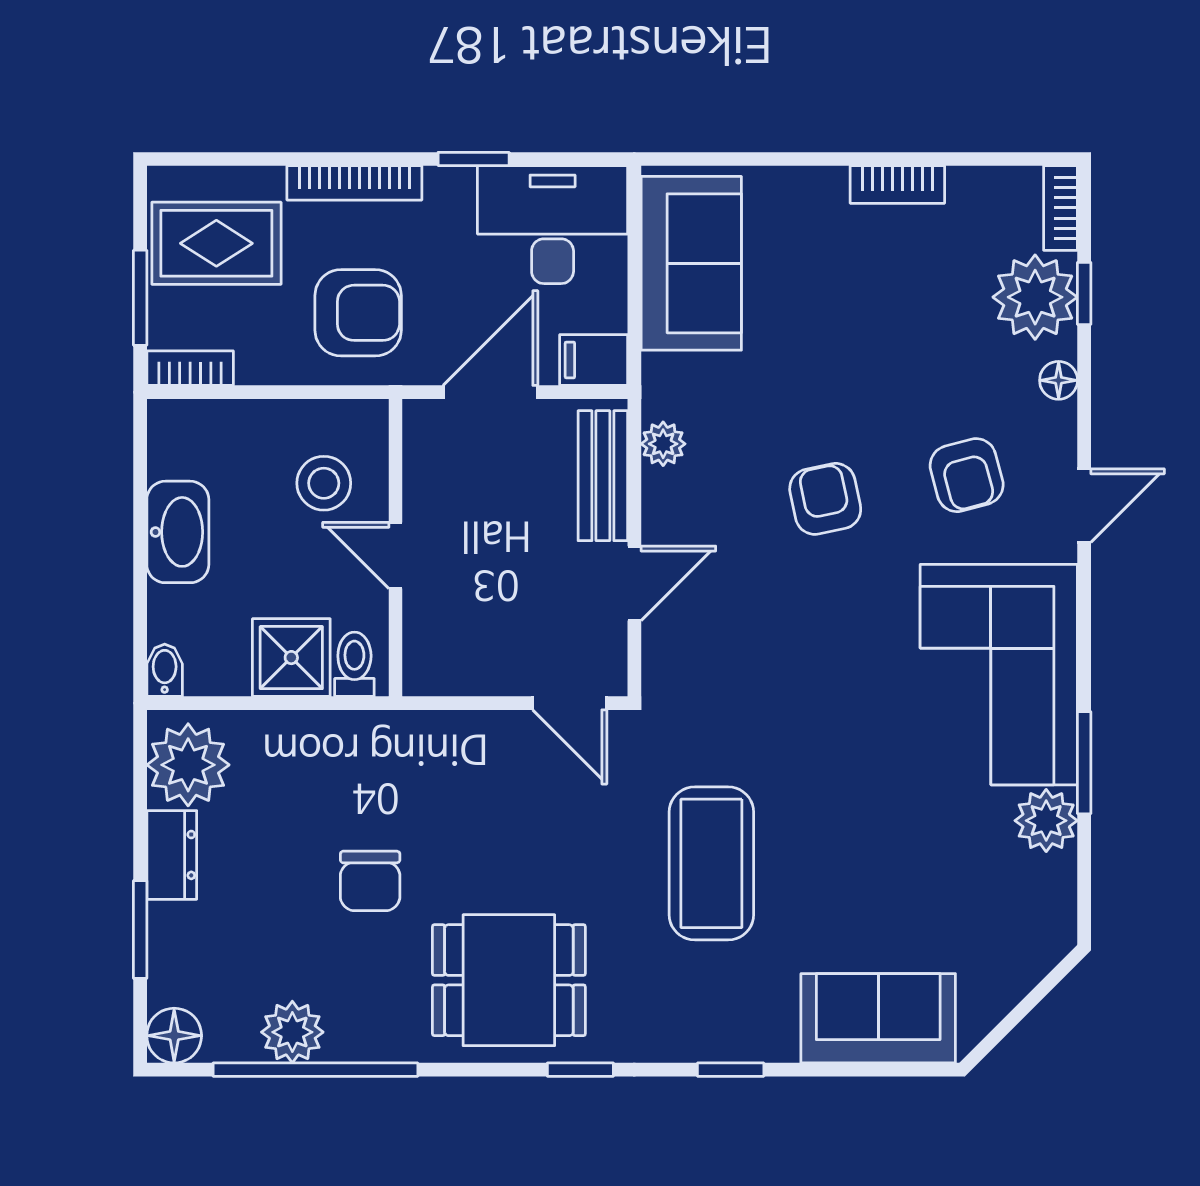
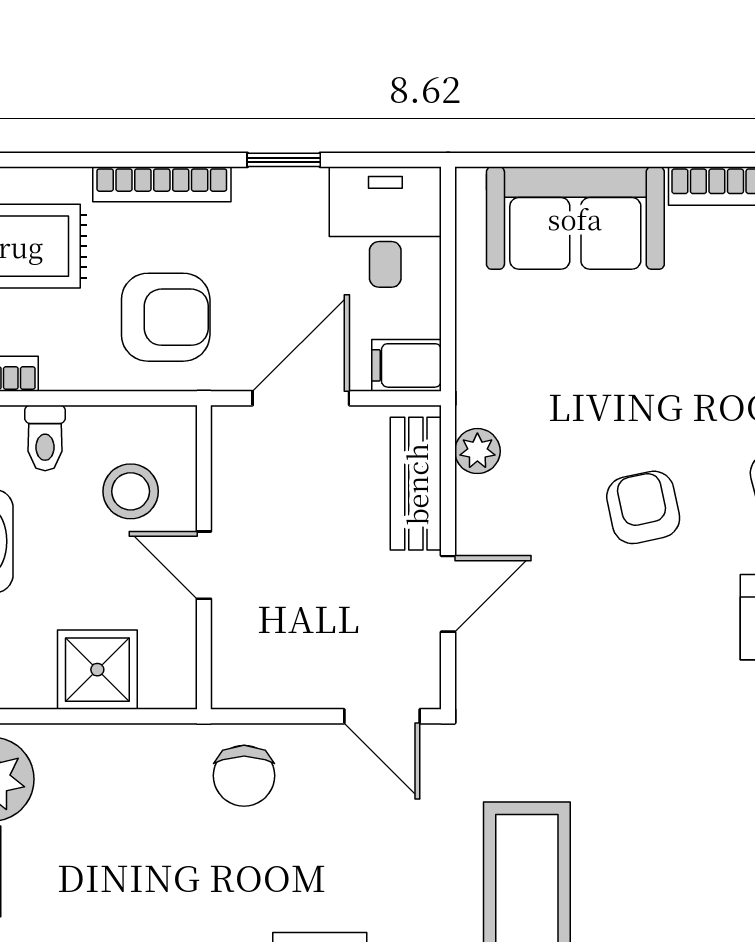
desk: (553, 225) -> (385, 227), width x0.73
sofa: (691, 263) -> (575, 218), moved, turned 90
toilet: (354, 664) -> (45, 438), moved, turned 180
chair: (370, 881) -> (244, 776), moved

